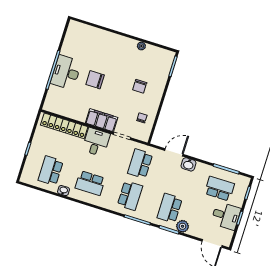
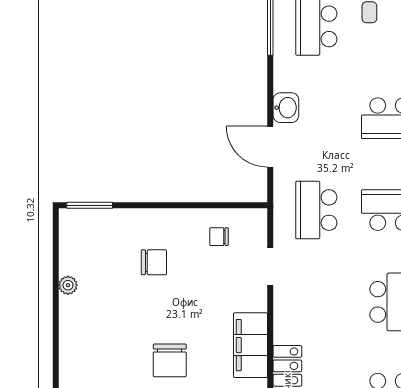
filing cabinet: (102, 120) -> (250, 345), moved
desk: (96, 142) -> (300, 317), removed
school desk: (140, 164) -> (316, 210), turned 90

